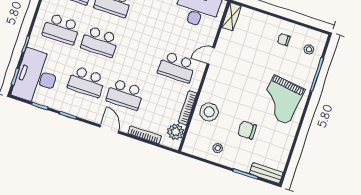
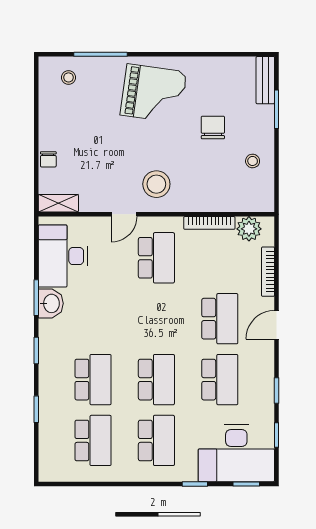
chair: (284, 40) -> (48, 159), moved
door: (211, 56) -> (124, 214), hinge flipped
stool: (209, 112) -> (156, 184), moved
chair: (247, 130) -> (213, 128), turned 180

